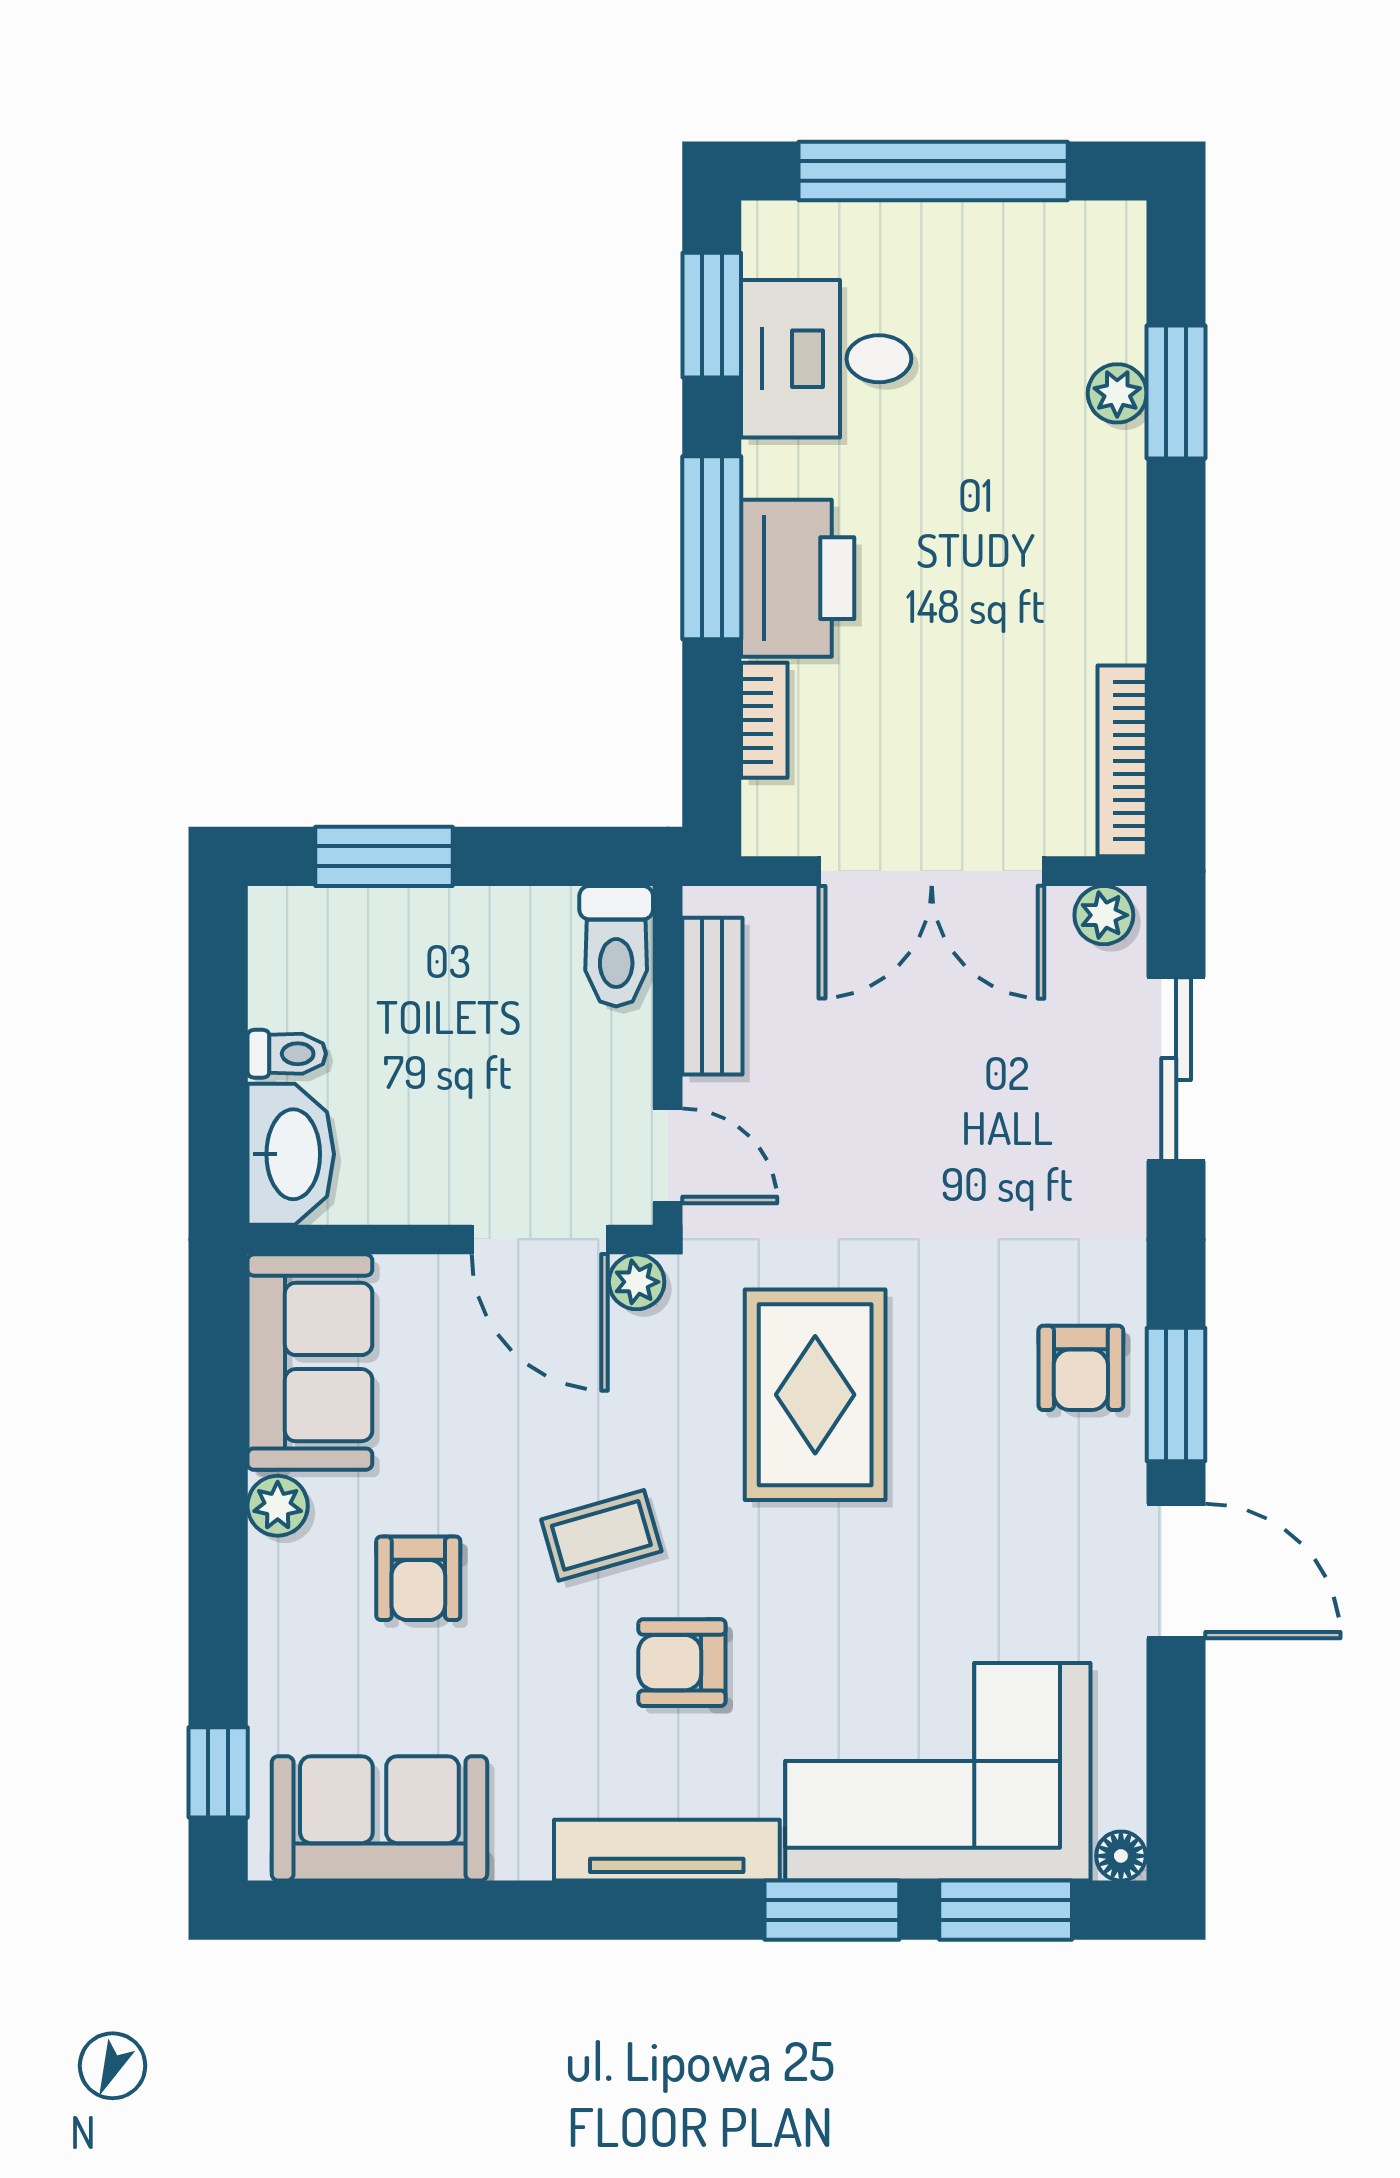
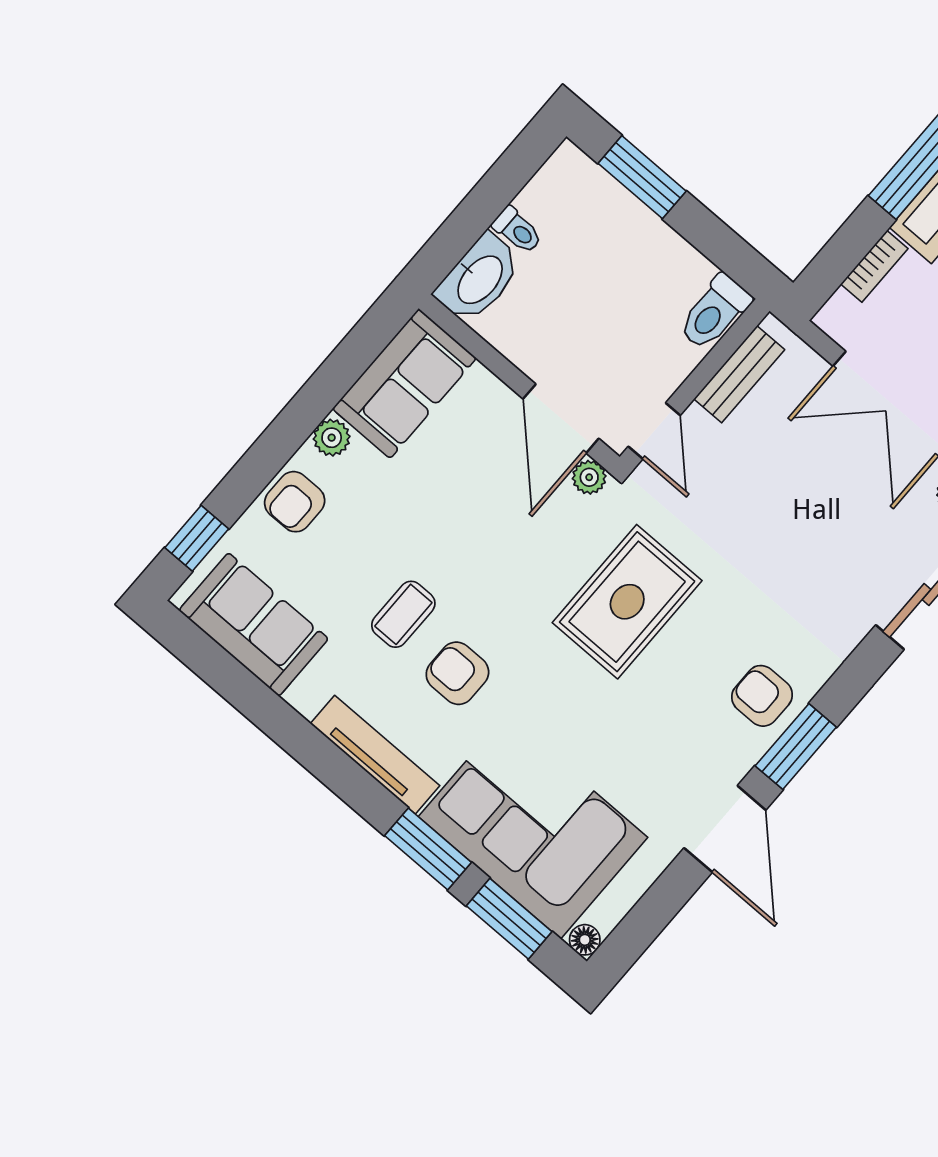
armchair: (1081, 1368) -> (762, 696), turned 90
coffee table: (601, 1535) -> (403, 614), moved, turned -74
armchair: (418, 1578) -> (295, 502), moved

